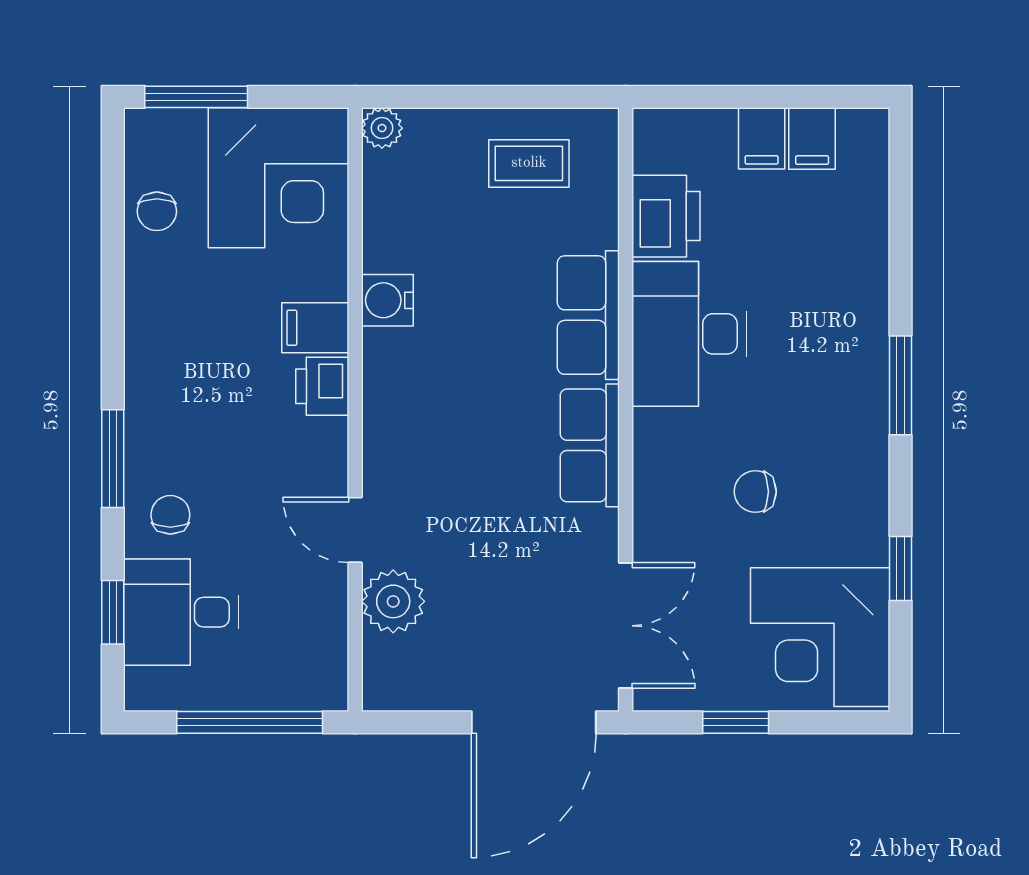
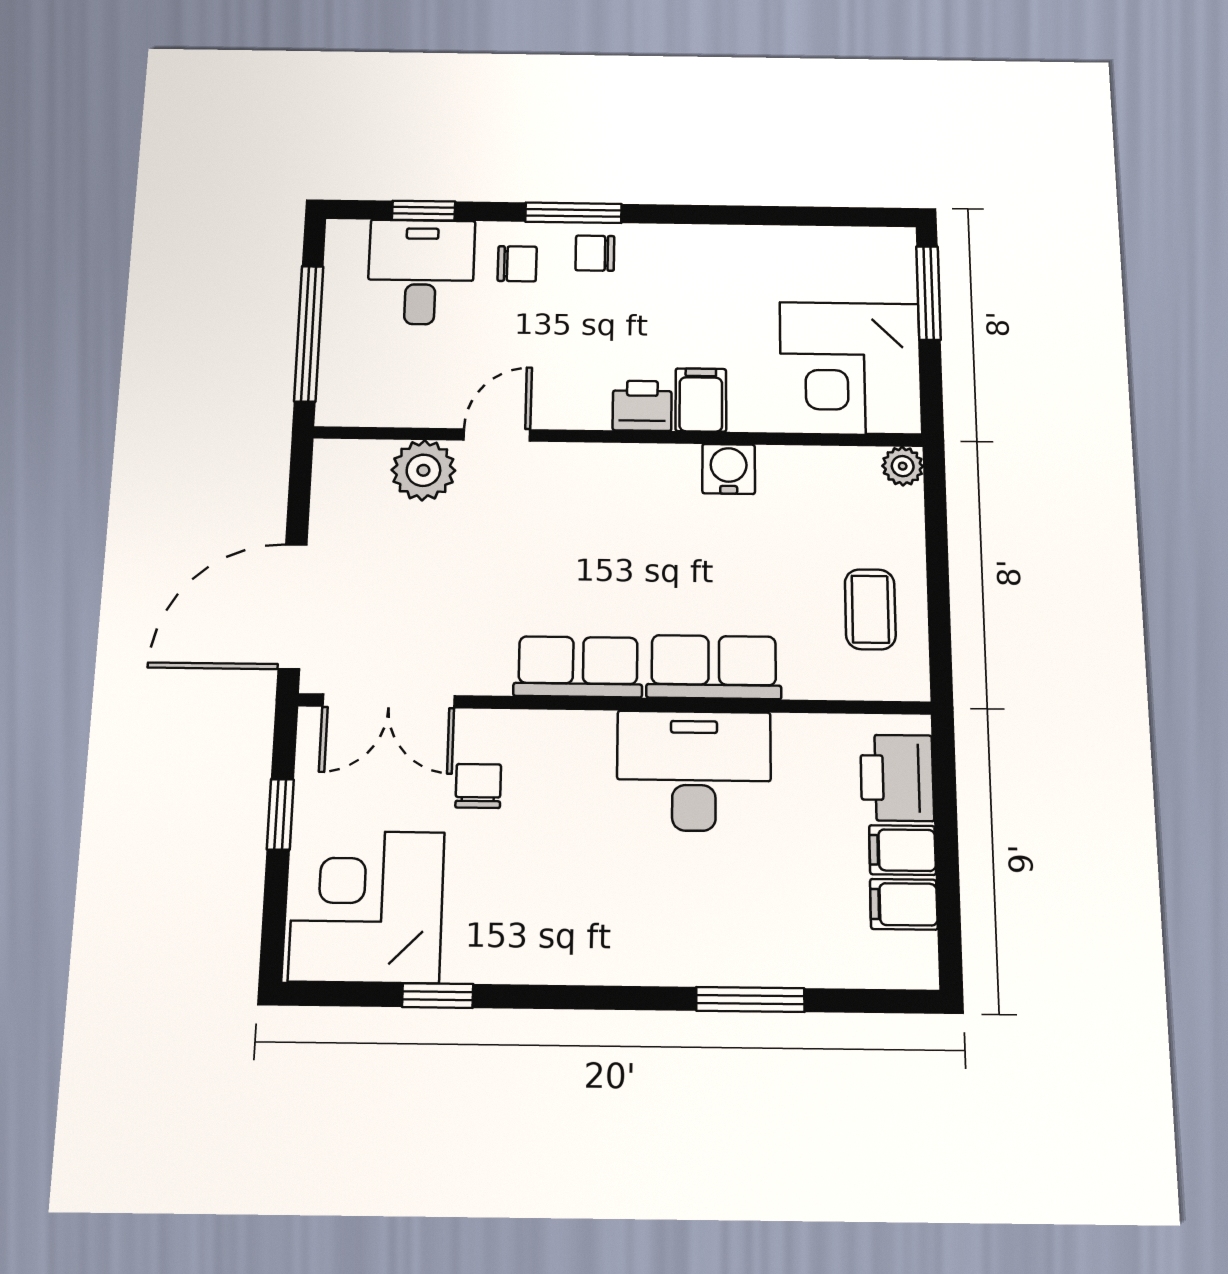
chair: (157, 211) -> (595, 253), moved
printer: (666, 216) -> (897, 778), moved, turned 90
window: (901, 385) -> (750, 999), moved
chair: (755, 492) -> (478, 786), moved
door: (534, 722) -> (293, 606), hinge flipped

